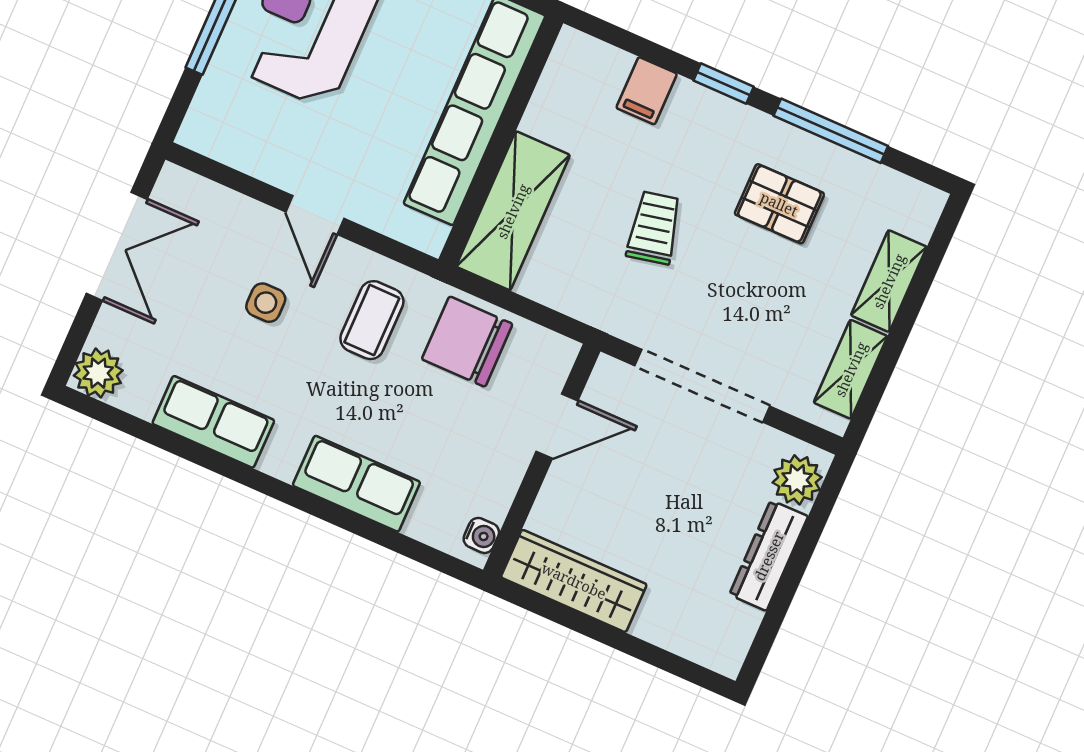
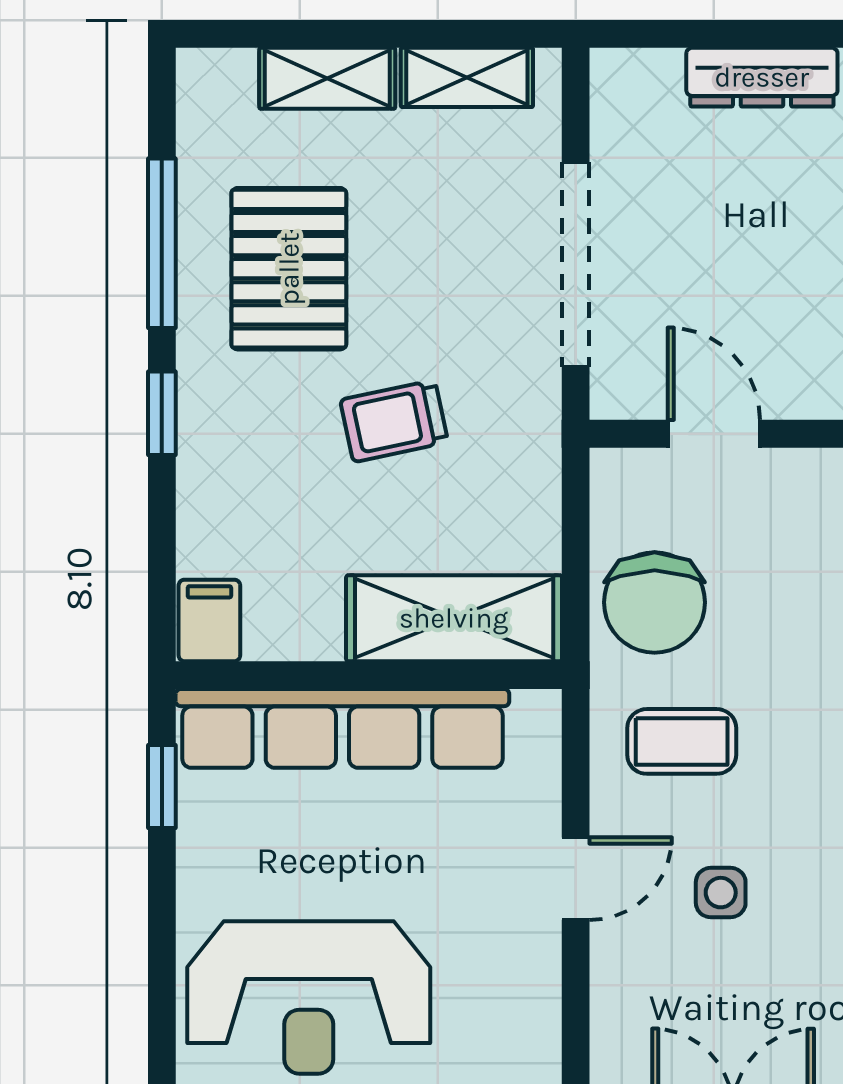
filing cabinet: (647, 91) -> (209, 620), moved, turned -90
pallet: (779, 204) -> (289, 269), width x1.50, depth x1.42
plant: (797, 480) -> (645, 84), removed

